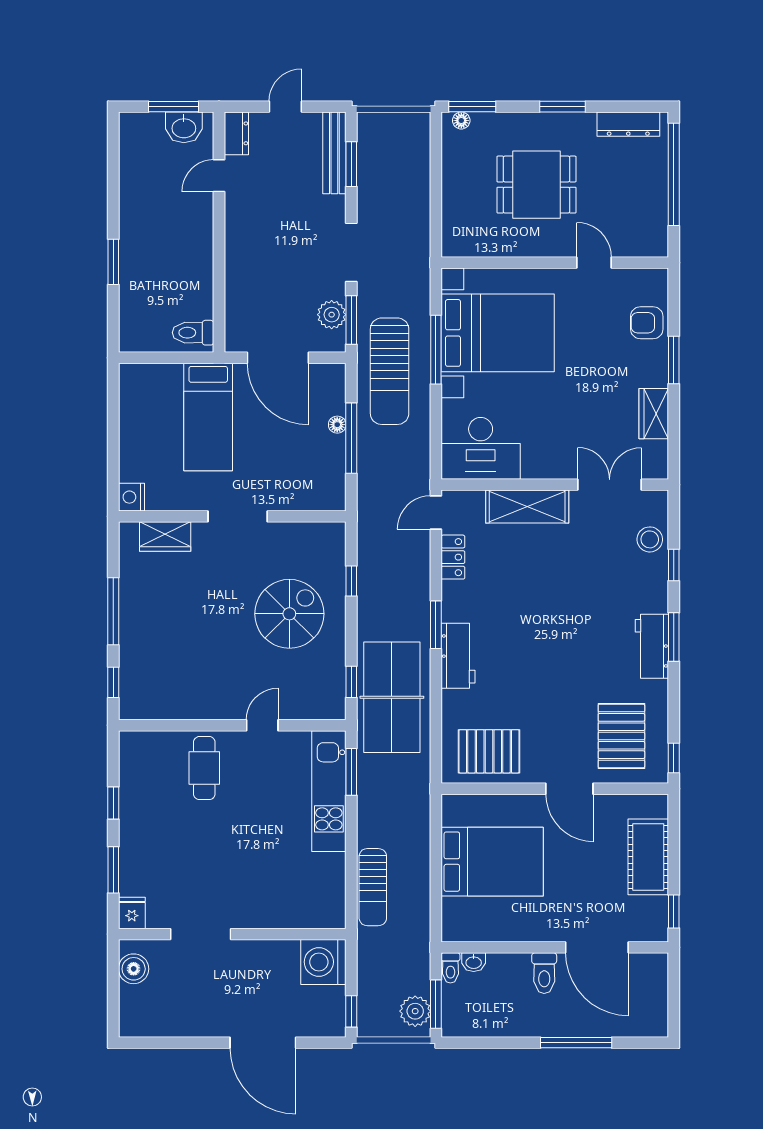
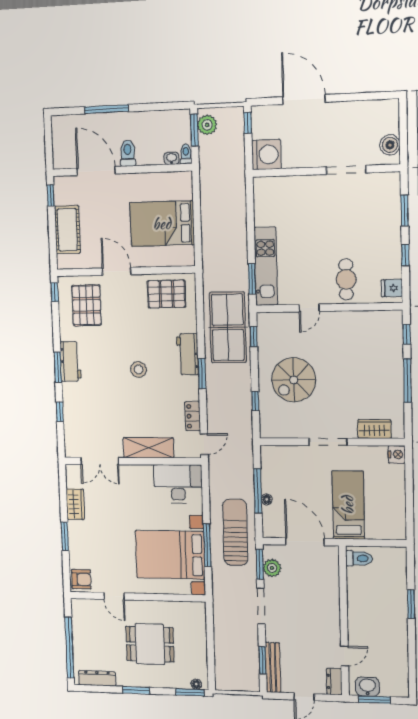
armchair: (647, 323) -> (81, 579), moved
stool: (650, 539) -> (138, 369), moved
sun lounger: (373, 887) -> (236, 205), removed
fridge: (132, 913) -> (392, 288), moved, turned 90

